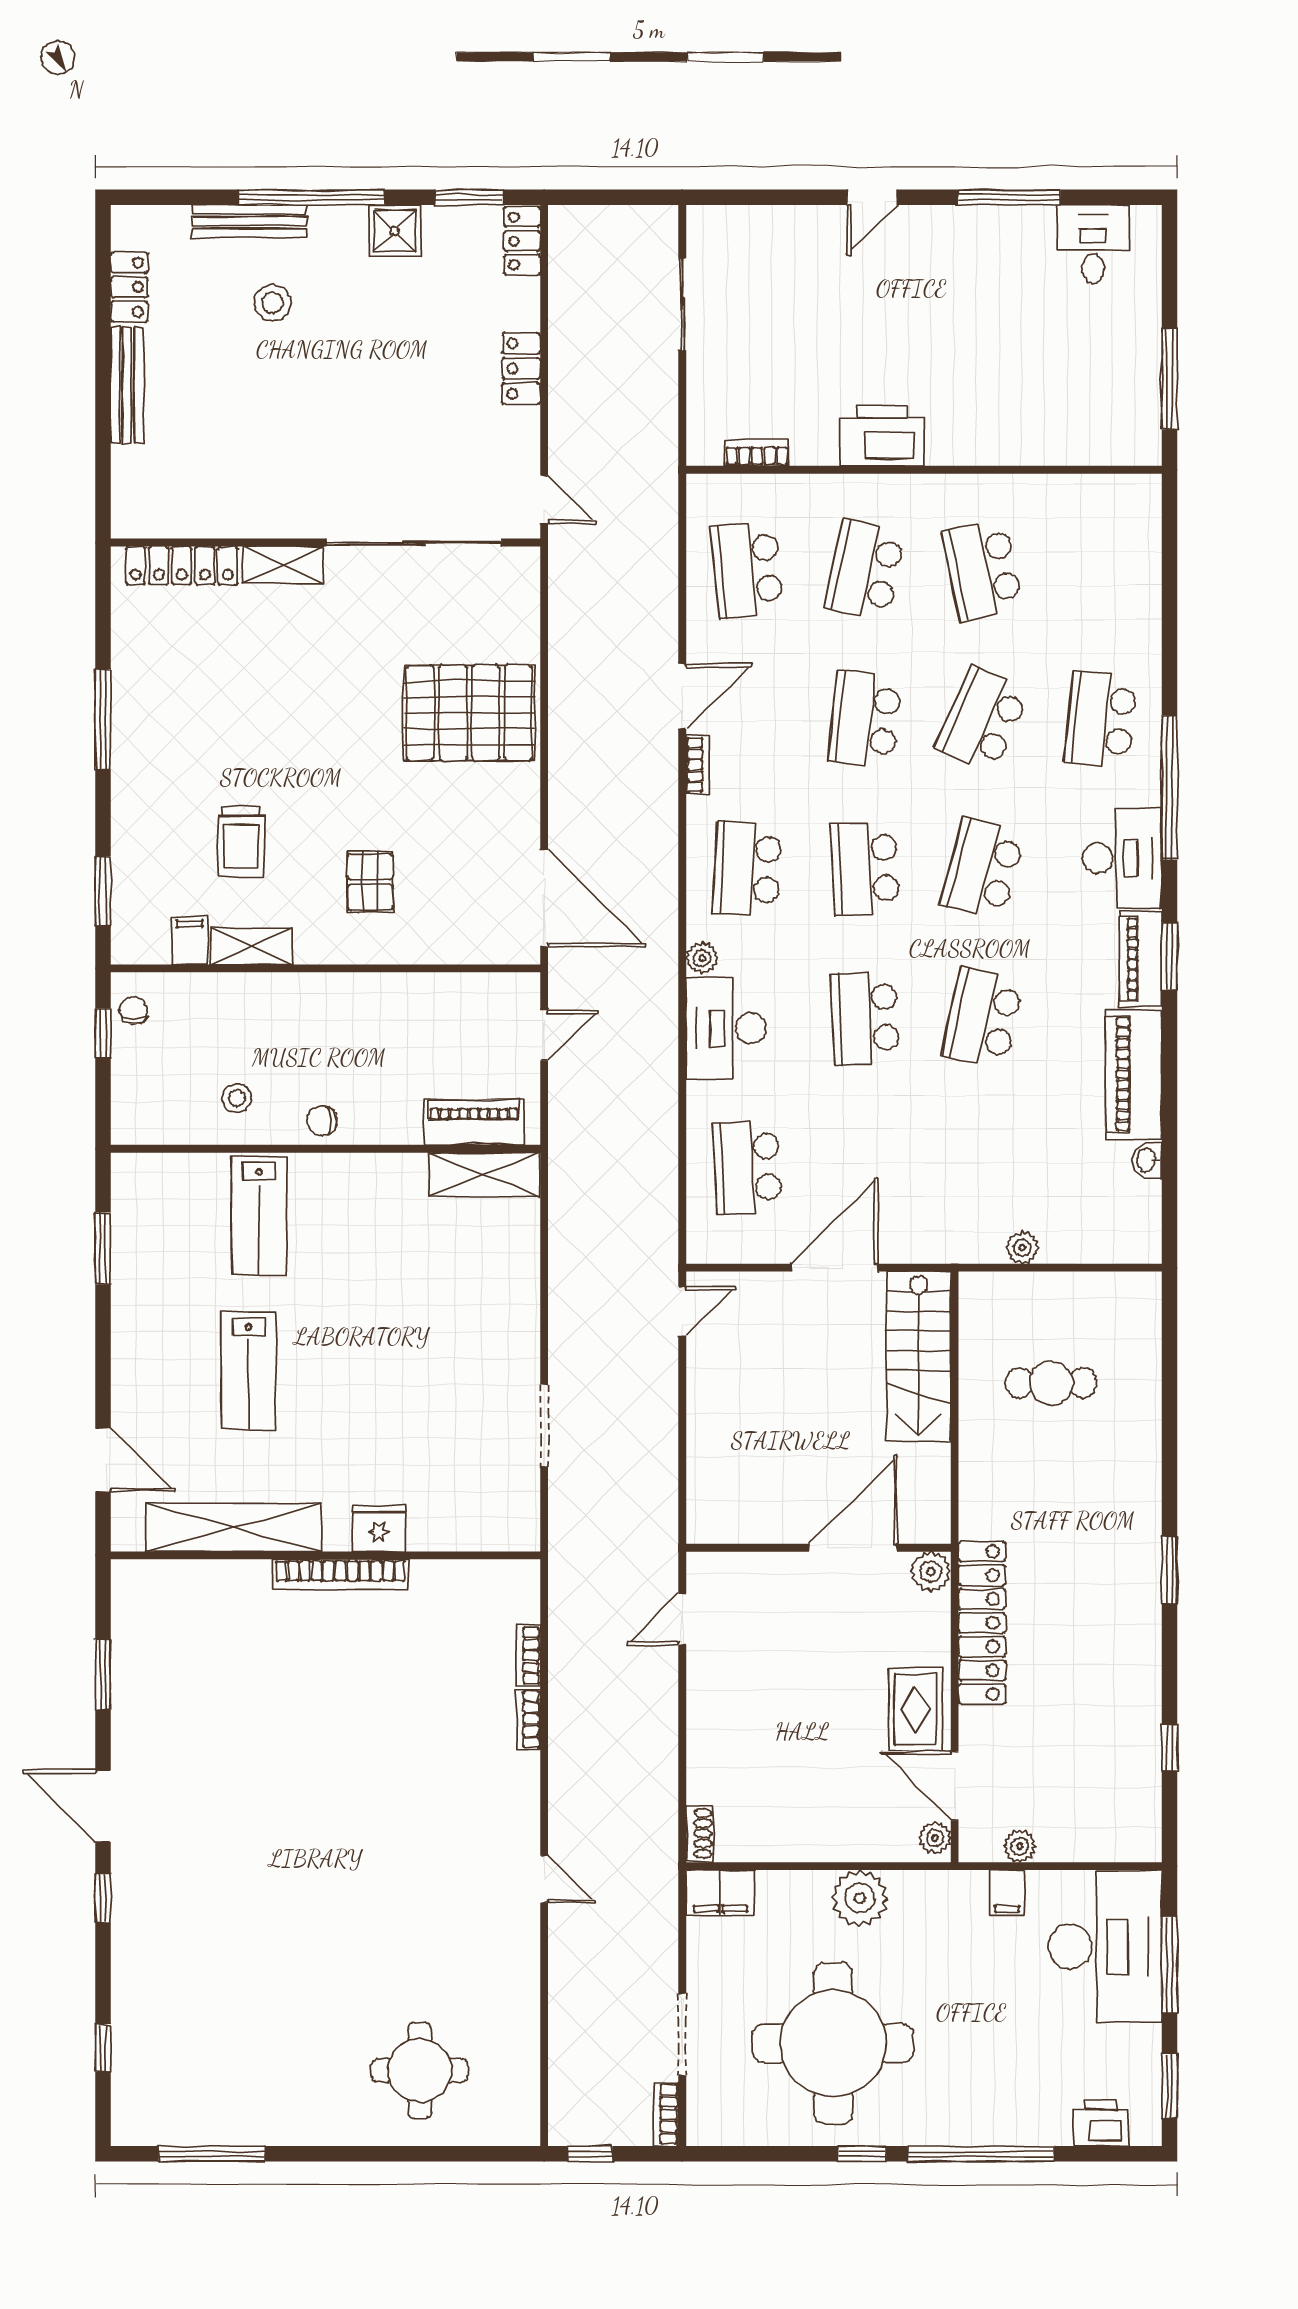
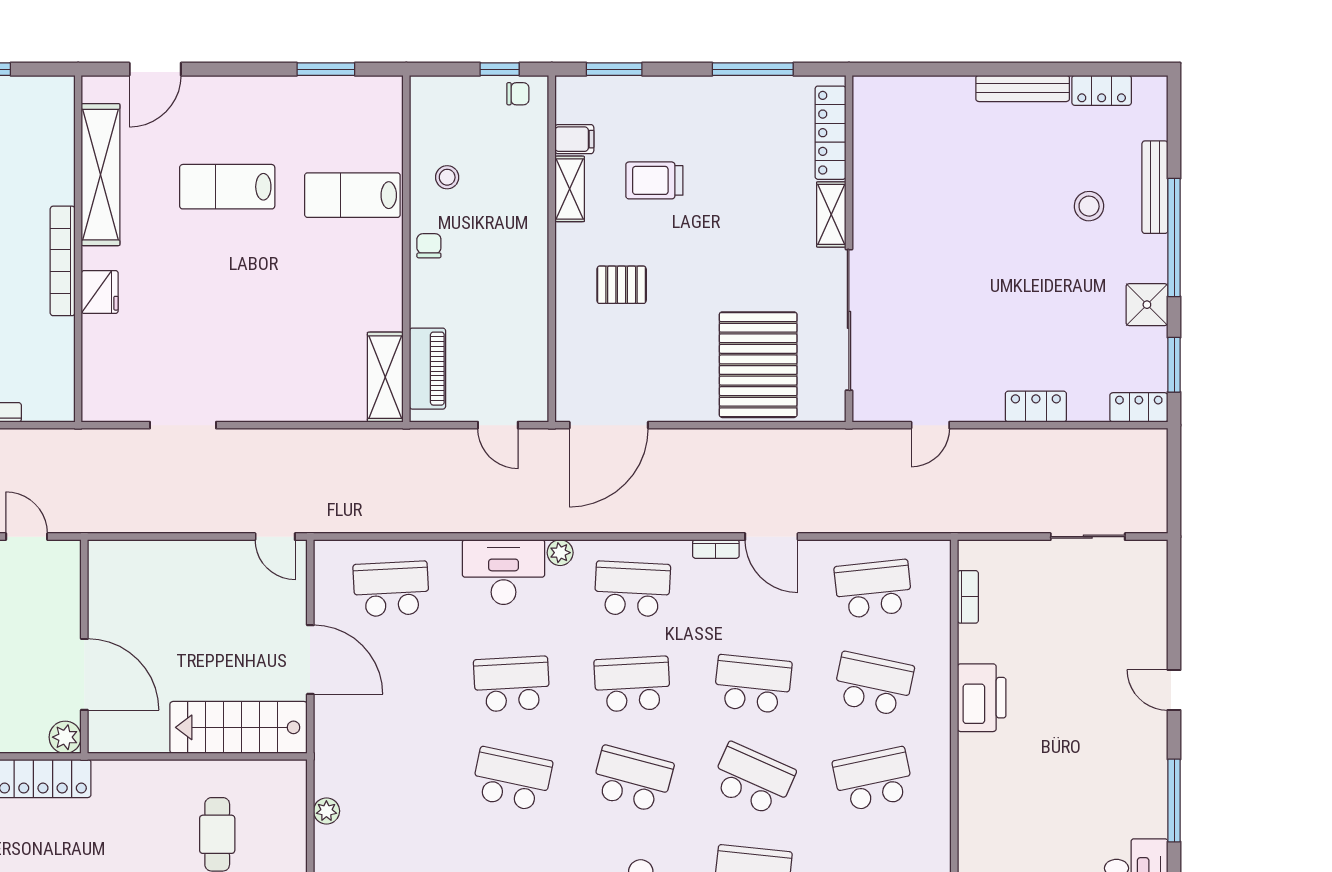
wall: (325, 543) -> (849, 249), moved
sliding door: (414, 543) -> (849, 320), moved
shelving: (283, 565) -> (831, 214), moved
locker: (182, 566) -> (830, 133), moved

